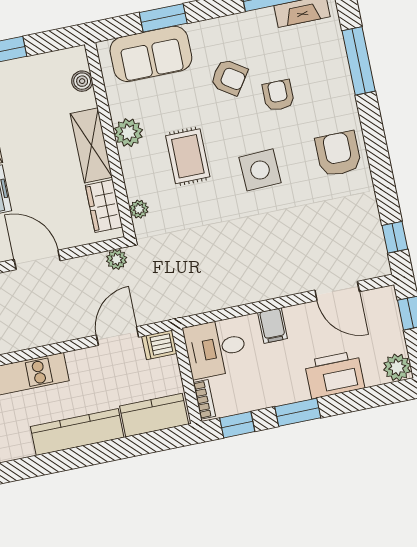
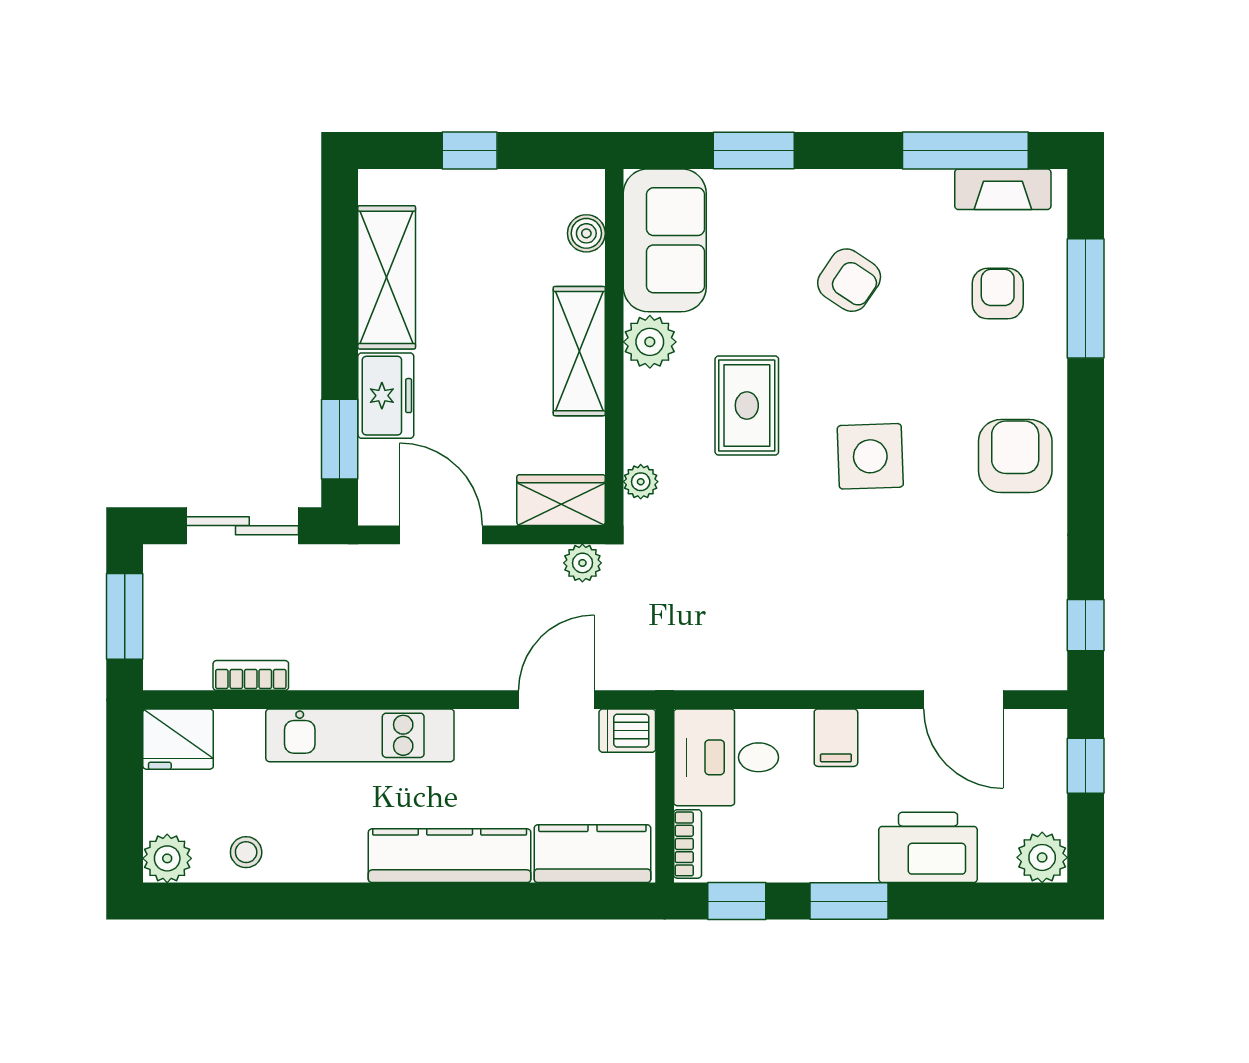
sofa: (151, 54) -> (665, 240), moved, turned -90
armchair: (278, 95) -> (998, 294), moved
wardrobe: (104, 206) -> (561, 500), moved, turned 90

